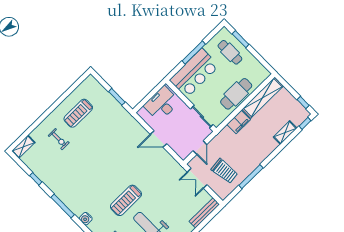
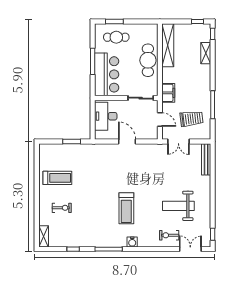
treadmill: (78, 113) -> (57, 178), turned -90
filing cabinet: (239, 122) -> (168, 93), moved
door: (158, 139) -> (127, 141), swing flipped
treadmill: (126, 200) -> (126, 208), moved

